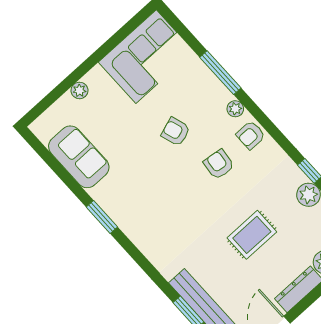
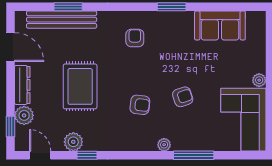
plant: (79, 90) -> (259, 80), moved
armchair: (251, 135) -> (135, 38), moved
rug: (252, 235) -> (80, 86), width x1.36, depth x1.43

